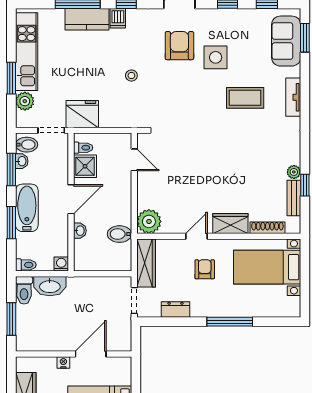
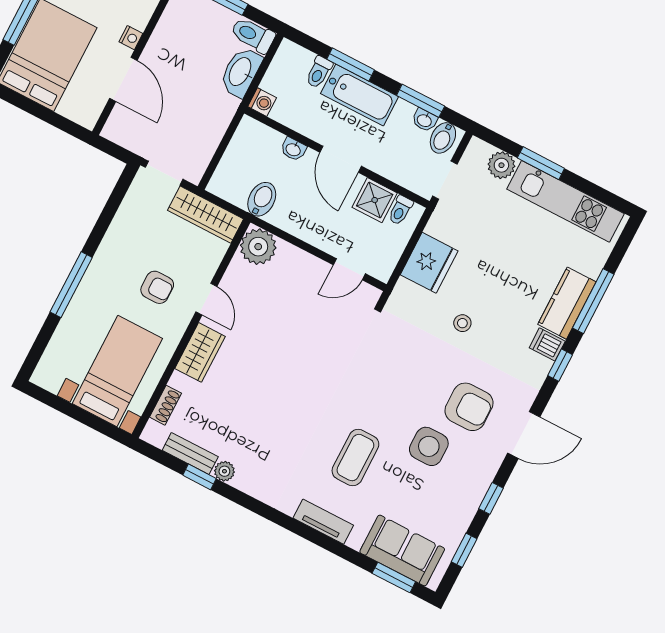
fridge: (82, 114) -> (429, 263), moved
shoe rack: (267, 228) -> (166, 405), width x0.70
toilet: (26, 265) -> (319, 72), moved
dresser: (175, 309) -> (124, 222), removed

